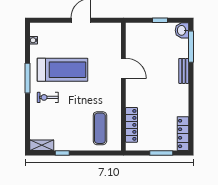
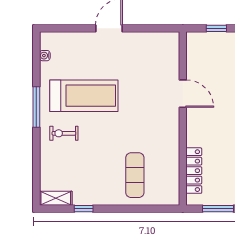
door: (123, 68) -> (183, 94), moved
wall: (123, 87) -> (183, 119), moved
locker: (132, 125) -> (194, 171), moved

